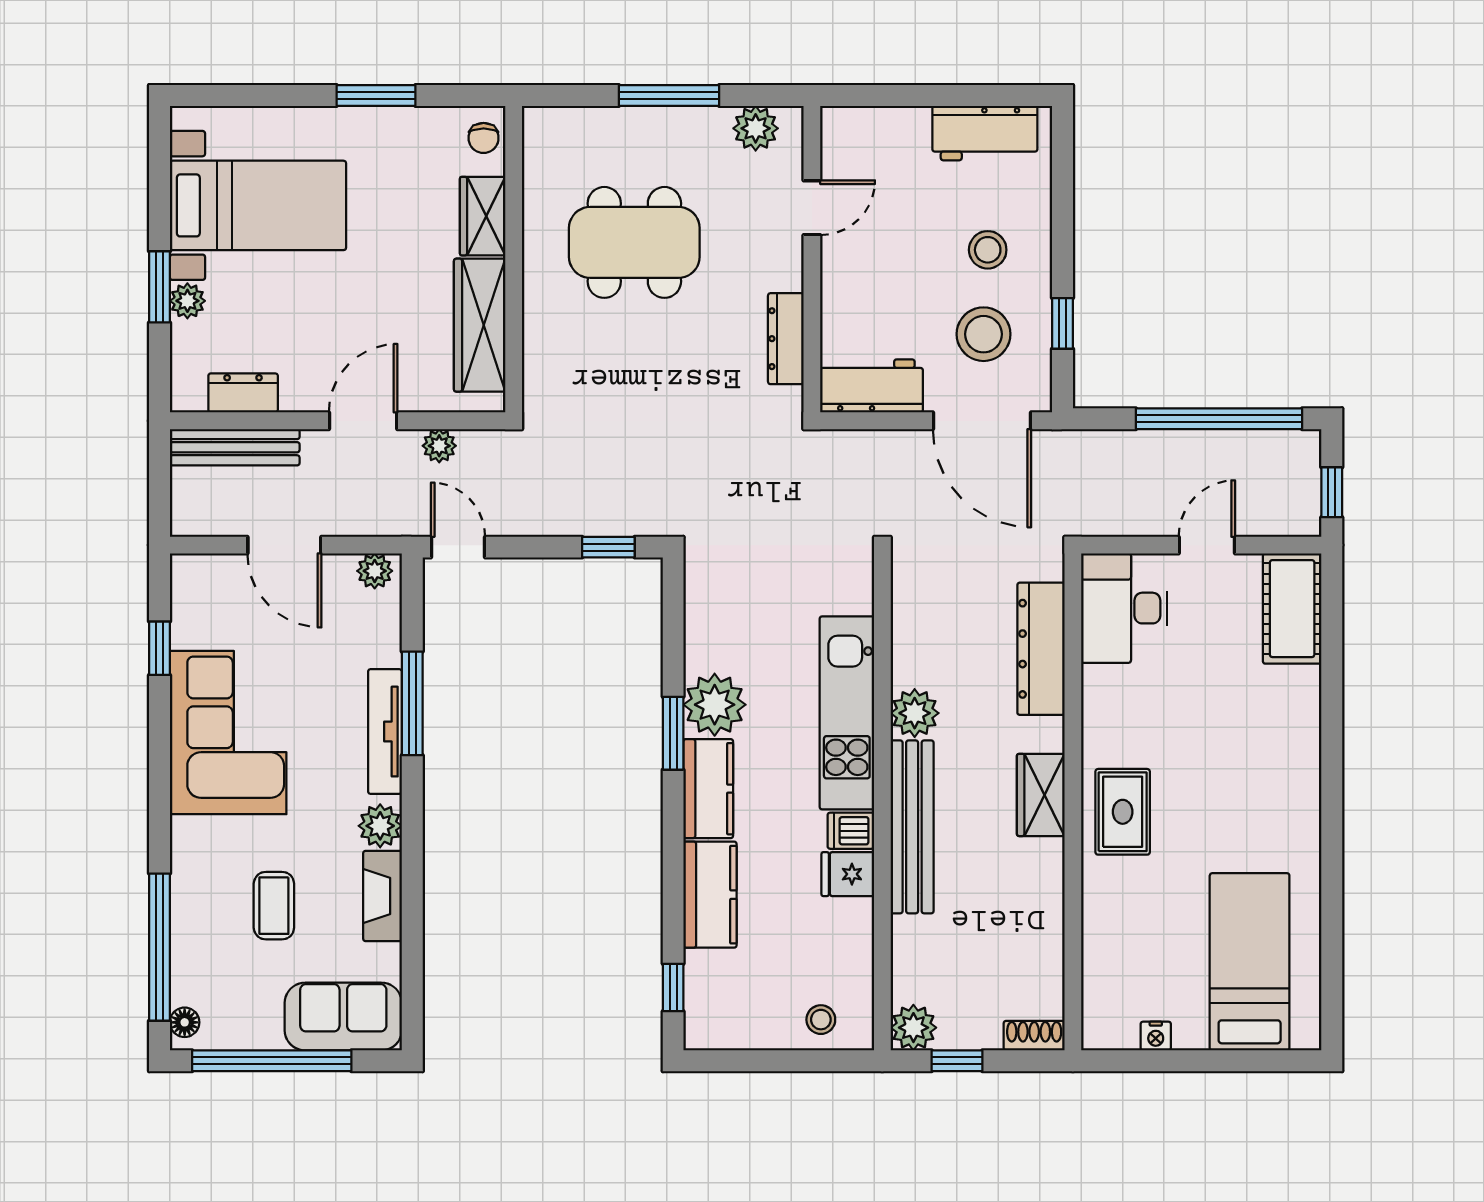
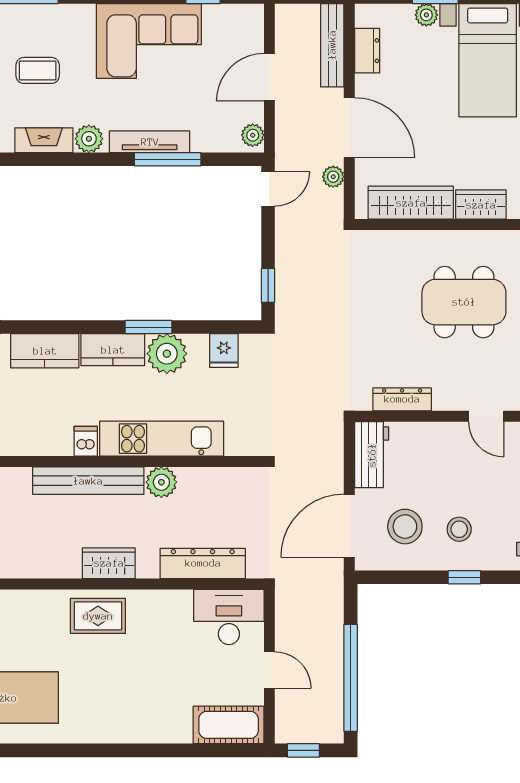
dining table: (634, 242) -> (464, 302), turned 90
window: (1062, 323) -> (464, 577), moved
door: (363, 421) -> (349, 128), width x1.36
fridge: (848, 874) -> (224, 351), moved, turned 180

